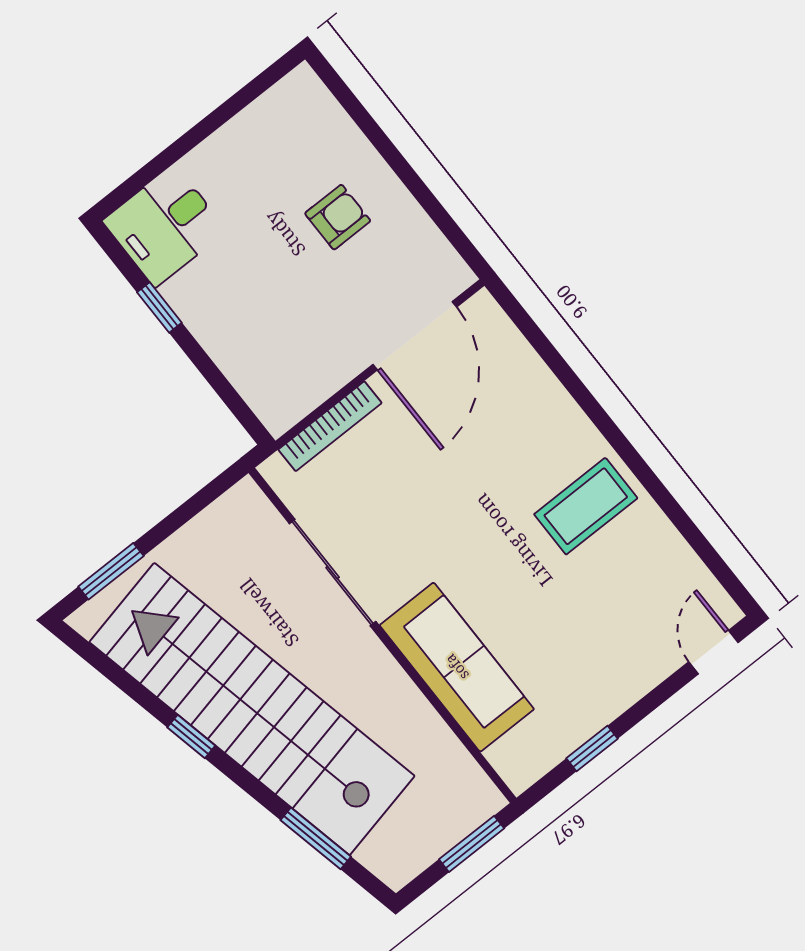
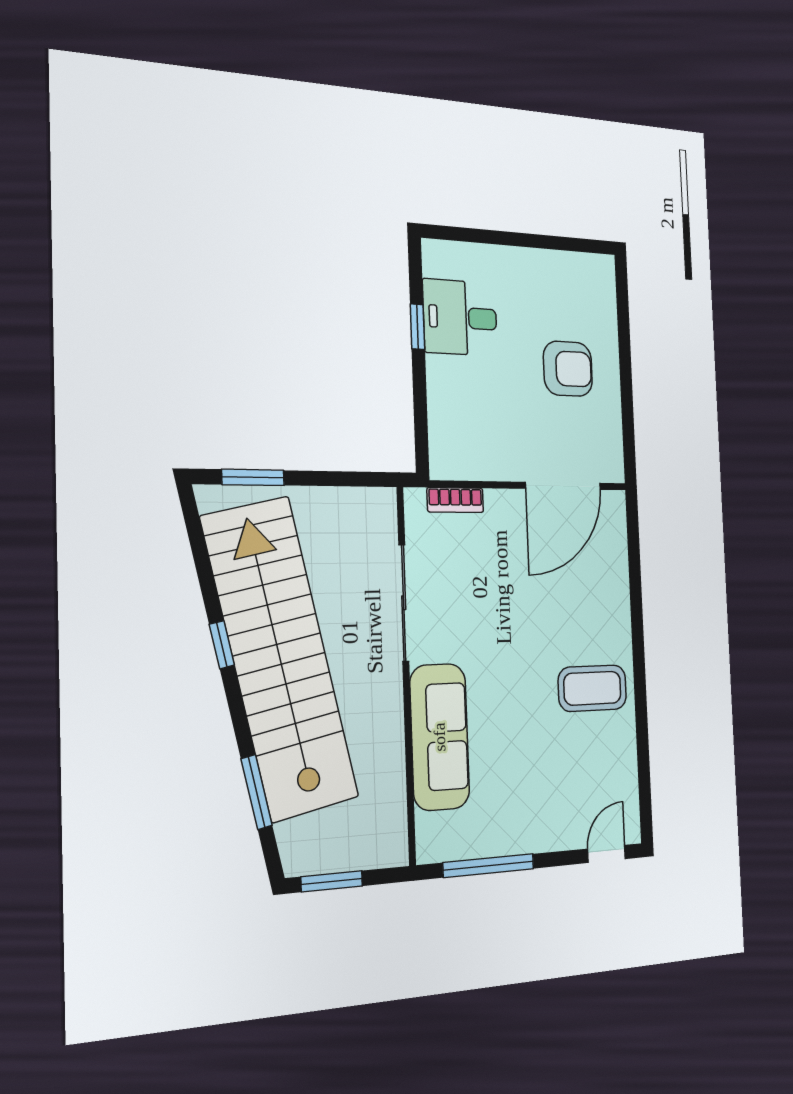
armchair: (338, 217) -> (568, 369), width x1.38, depth x1.38
desk: (165, 226) -> (460, 318), moved
bookcase: (330, 426) -> (455, 500), width x0.64
window: (592, 749) -> (489, 866), width x2.17
window: (472, 844) -> (332, 881), moved

